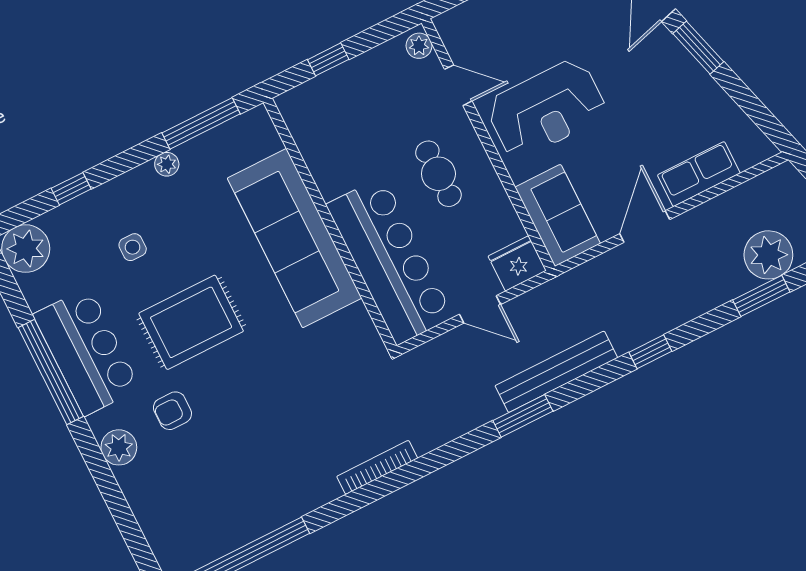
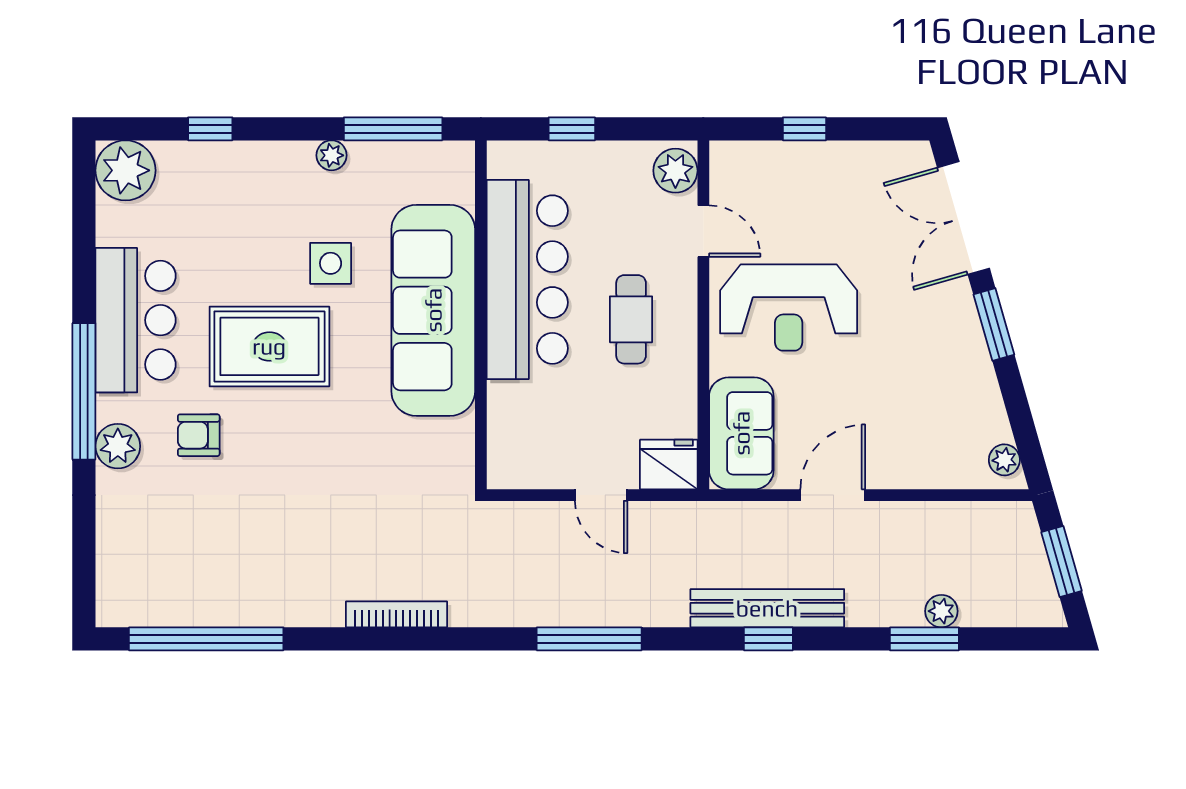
plant: (419, 46) -> (675, 171), width x1.38, depth x1.38
plant: (754, 140) -> (1004, 460), added
row of seats: (699, 174) -> (923, 467), removed
side table: (133, 247) -> (331, 263), moved, width x1.37, depth x1.37
plant: (768, 255) -> (941, 611), width x0.53, depth x0.53
bar counter: (390, 261) -> (527, 280), moved
window: (51, 372) -> (84, 391), moved
bench: (556, 372) -> (767, 608), moved
window: (523, 416) -> (589, 639), width x1.44

